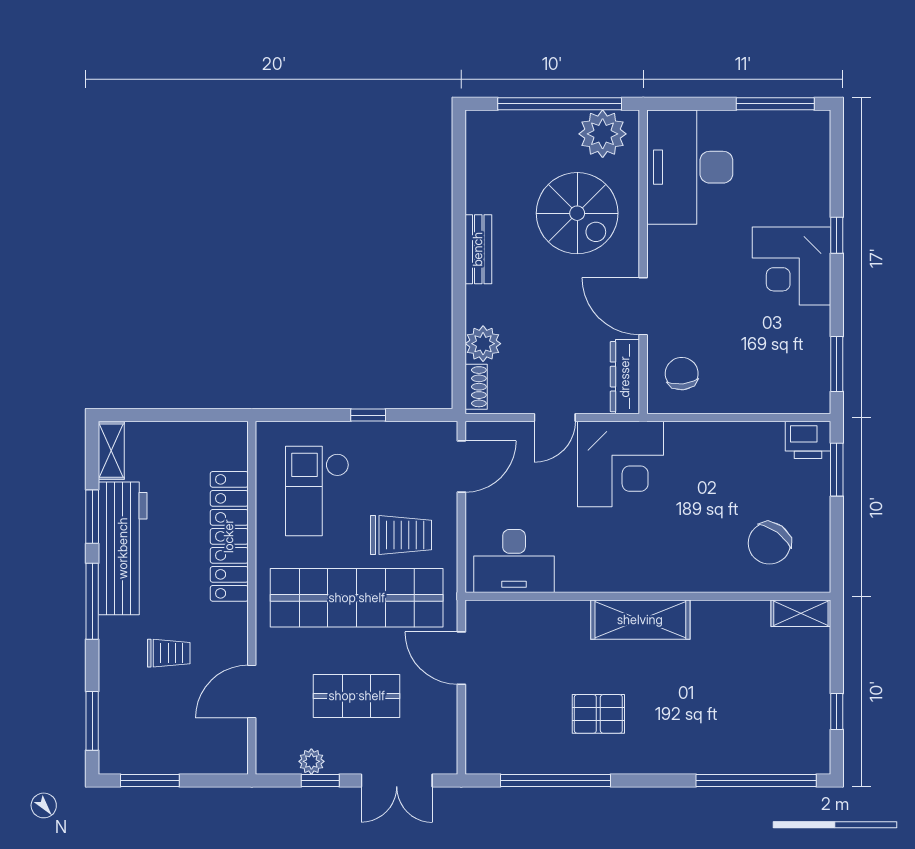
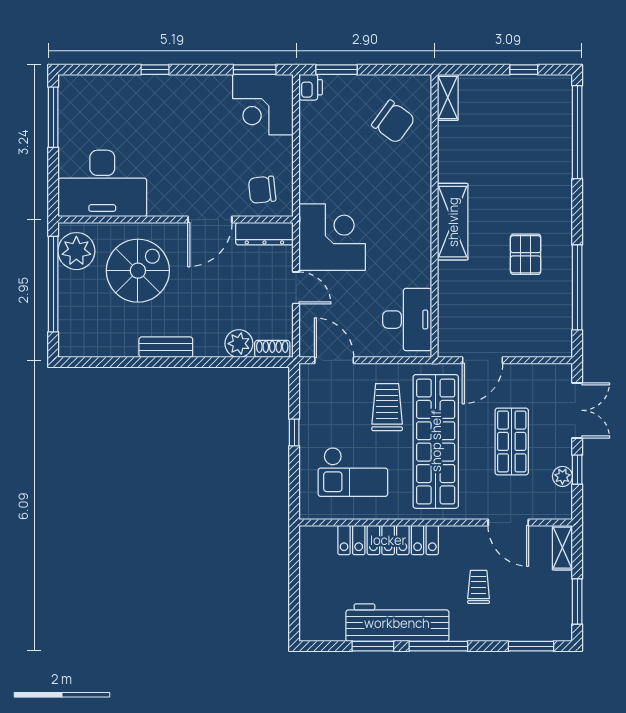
corner desk: (791, 266) -> (263, 105), moved, turned 90
printer: (808, 440) -> (311, 87), width x0.73, depth x0.81
shelving: (111, 451) -> (562, 548), moved, turned 90

